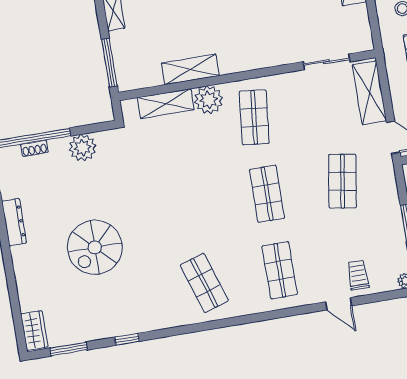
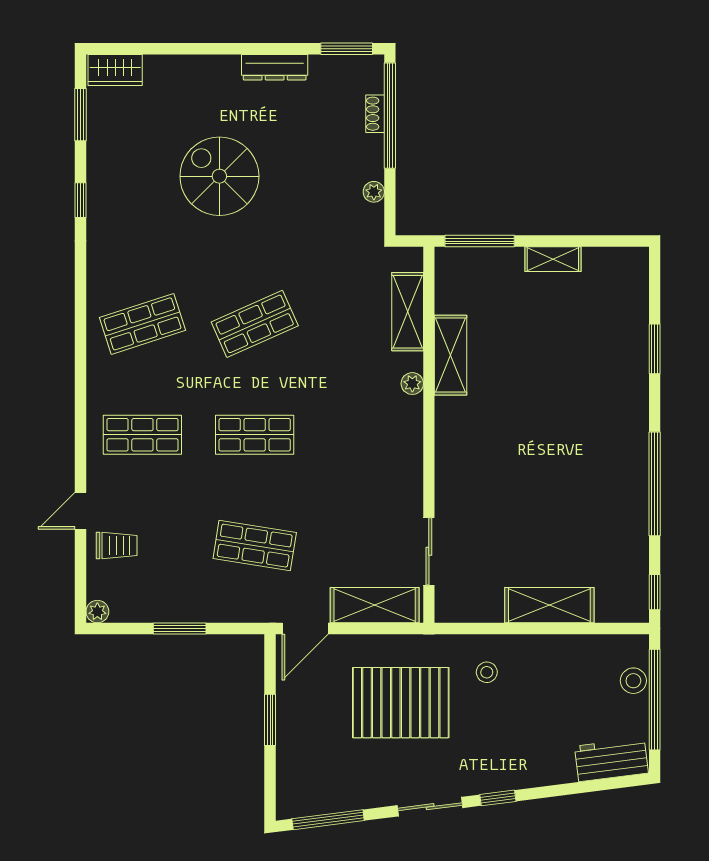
plant: (209, 100) -> (412, 384), width x0.53, depth x0.53
shop shelf: (254, 117) -> (255, 324), moved, turned -30
plant: (83, 148) -> (374, 192), width x0.53, depth x0.53

